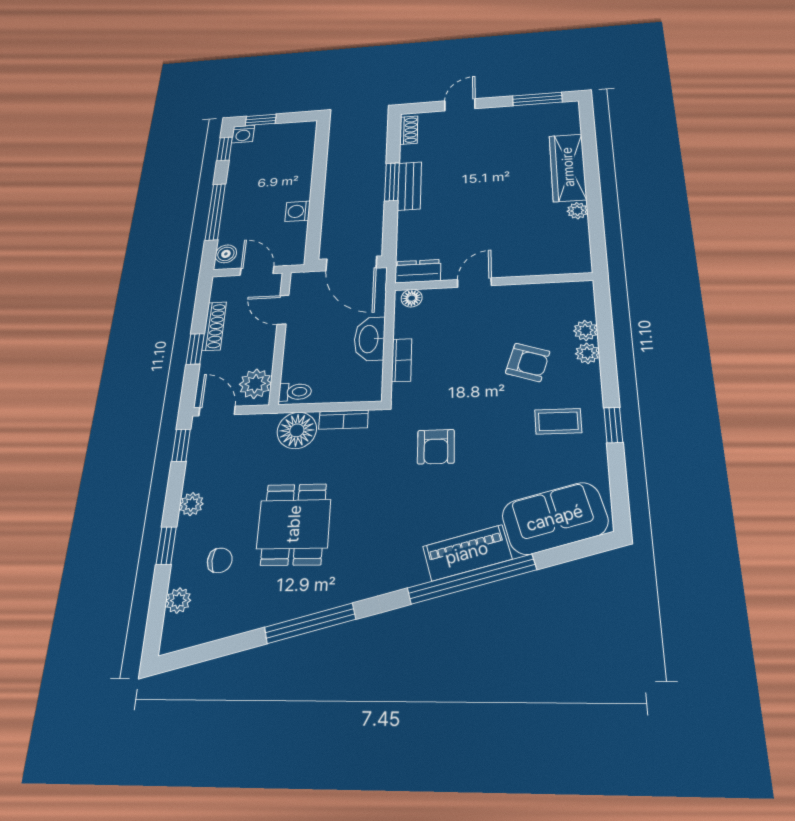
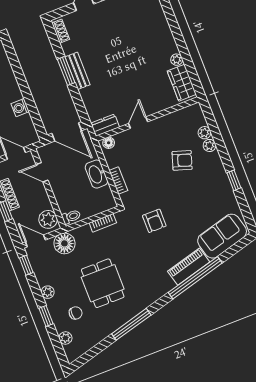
wardrobe: (568, 167) -> (182, 83), moved, width x0.67
coffee table: (558, 421) -> (208, 187), removed
floor lamp: (297, 430) -> (64, 243), moved

